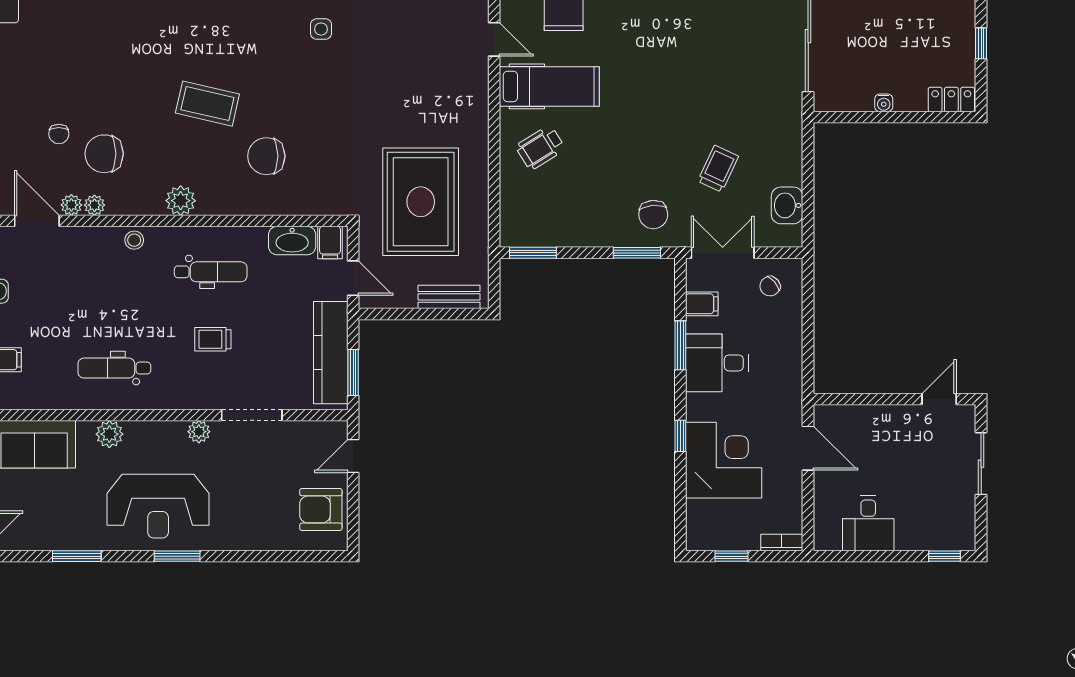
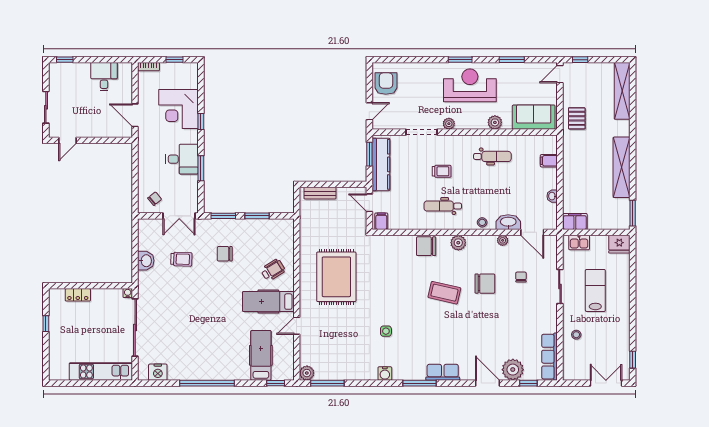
door: (494, 39) -> (297, 326), hinge flipped
locker: (951, 99) -> (78, 295), moved
water cooler: (884, 103) -> (128, 293), moved
chair: (104, 154) -> (485, 284), moved
chair: (266, 156) -> (426, 246), moved, turned 180
trolley: (718, 169) -> (181, 259), turned -113
rug: (421, 202) -> (336, 277), moved
plant: (71, 205) -> (515, 240), removed
washbasin: (787, 205) -> (146, 261), moved
chair: (653, 215) -> (225, 254), moved, turned -85
washbasin: (292, 241) -> (508, 222), moved
window: (533, 253) -> (257, 216), moved
filing cabinet: (702, 304) -> (190, 190), removed
armchair: (321, 509) -> (386, 84), turned -90

